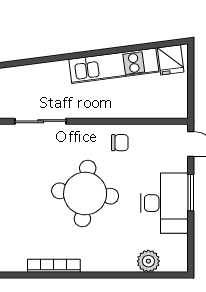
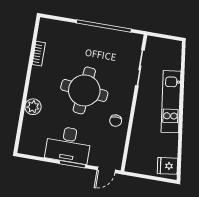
kitchen unit: (114, 66) -> (171, 102), moved
plant: (148, 261) -> (33, 107), moved
bookcase: (54, 266) -> (39, 54), width x0.64

